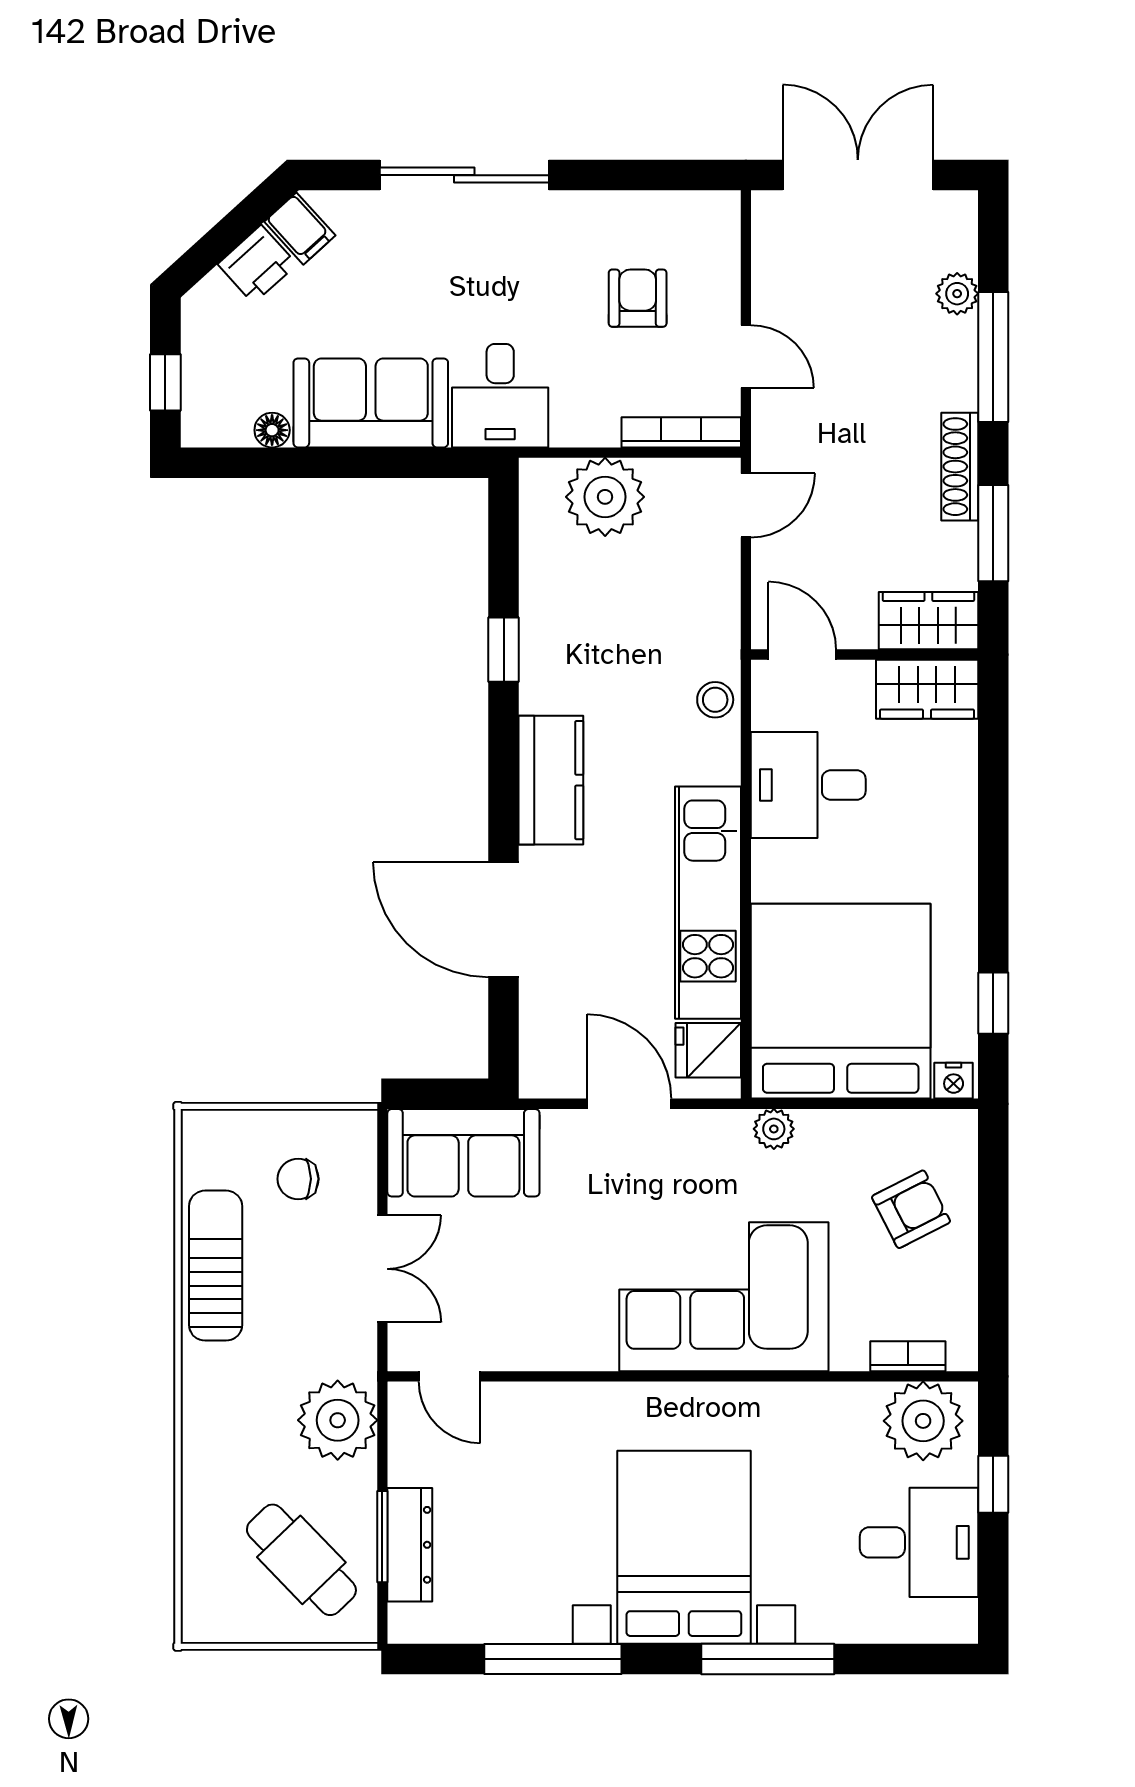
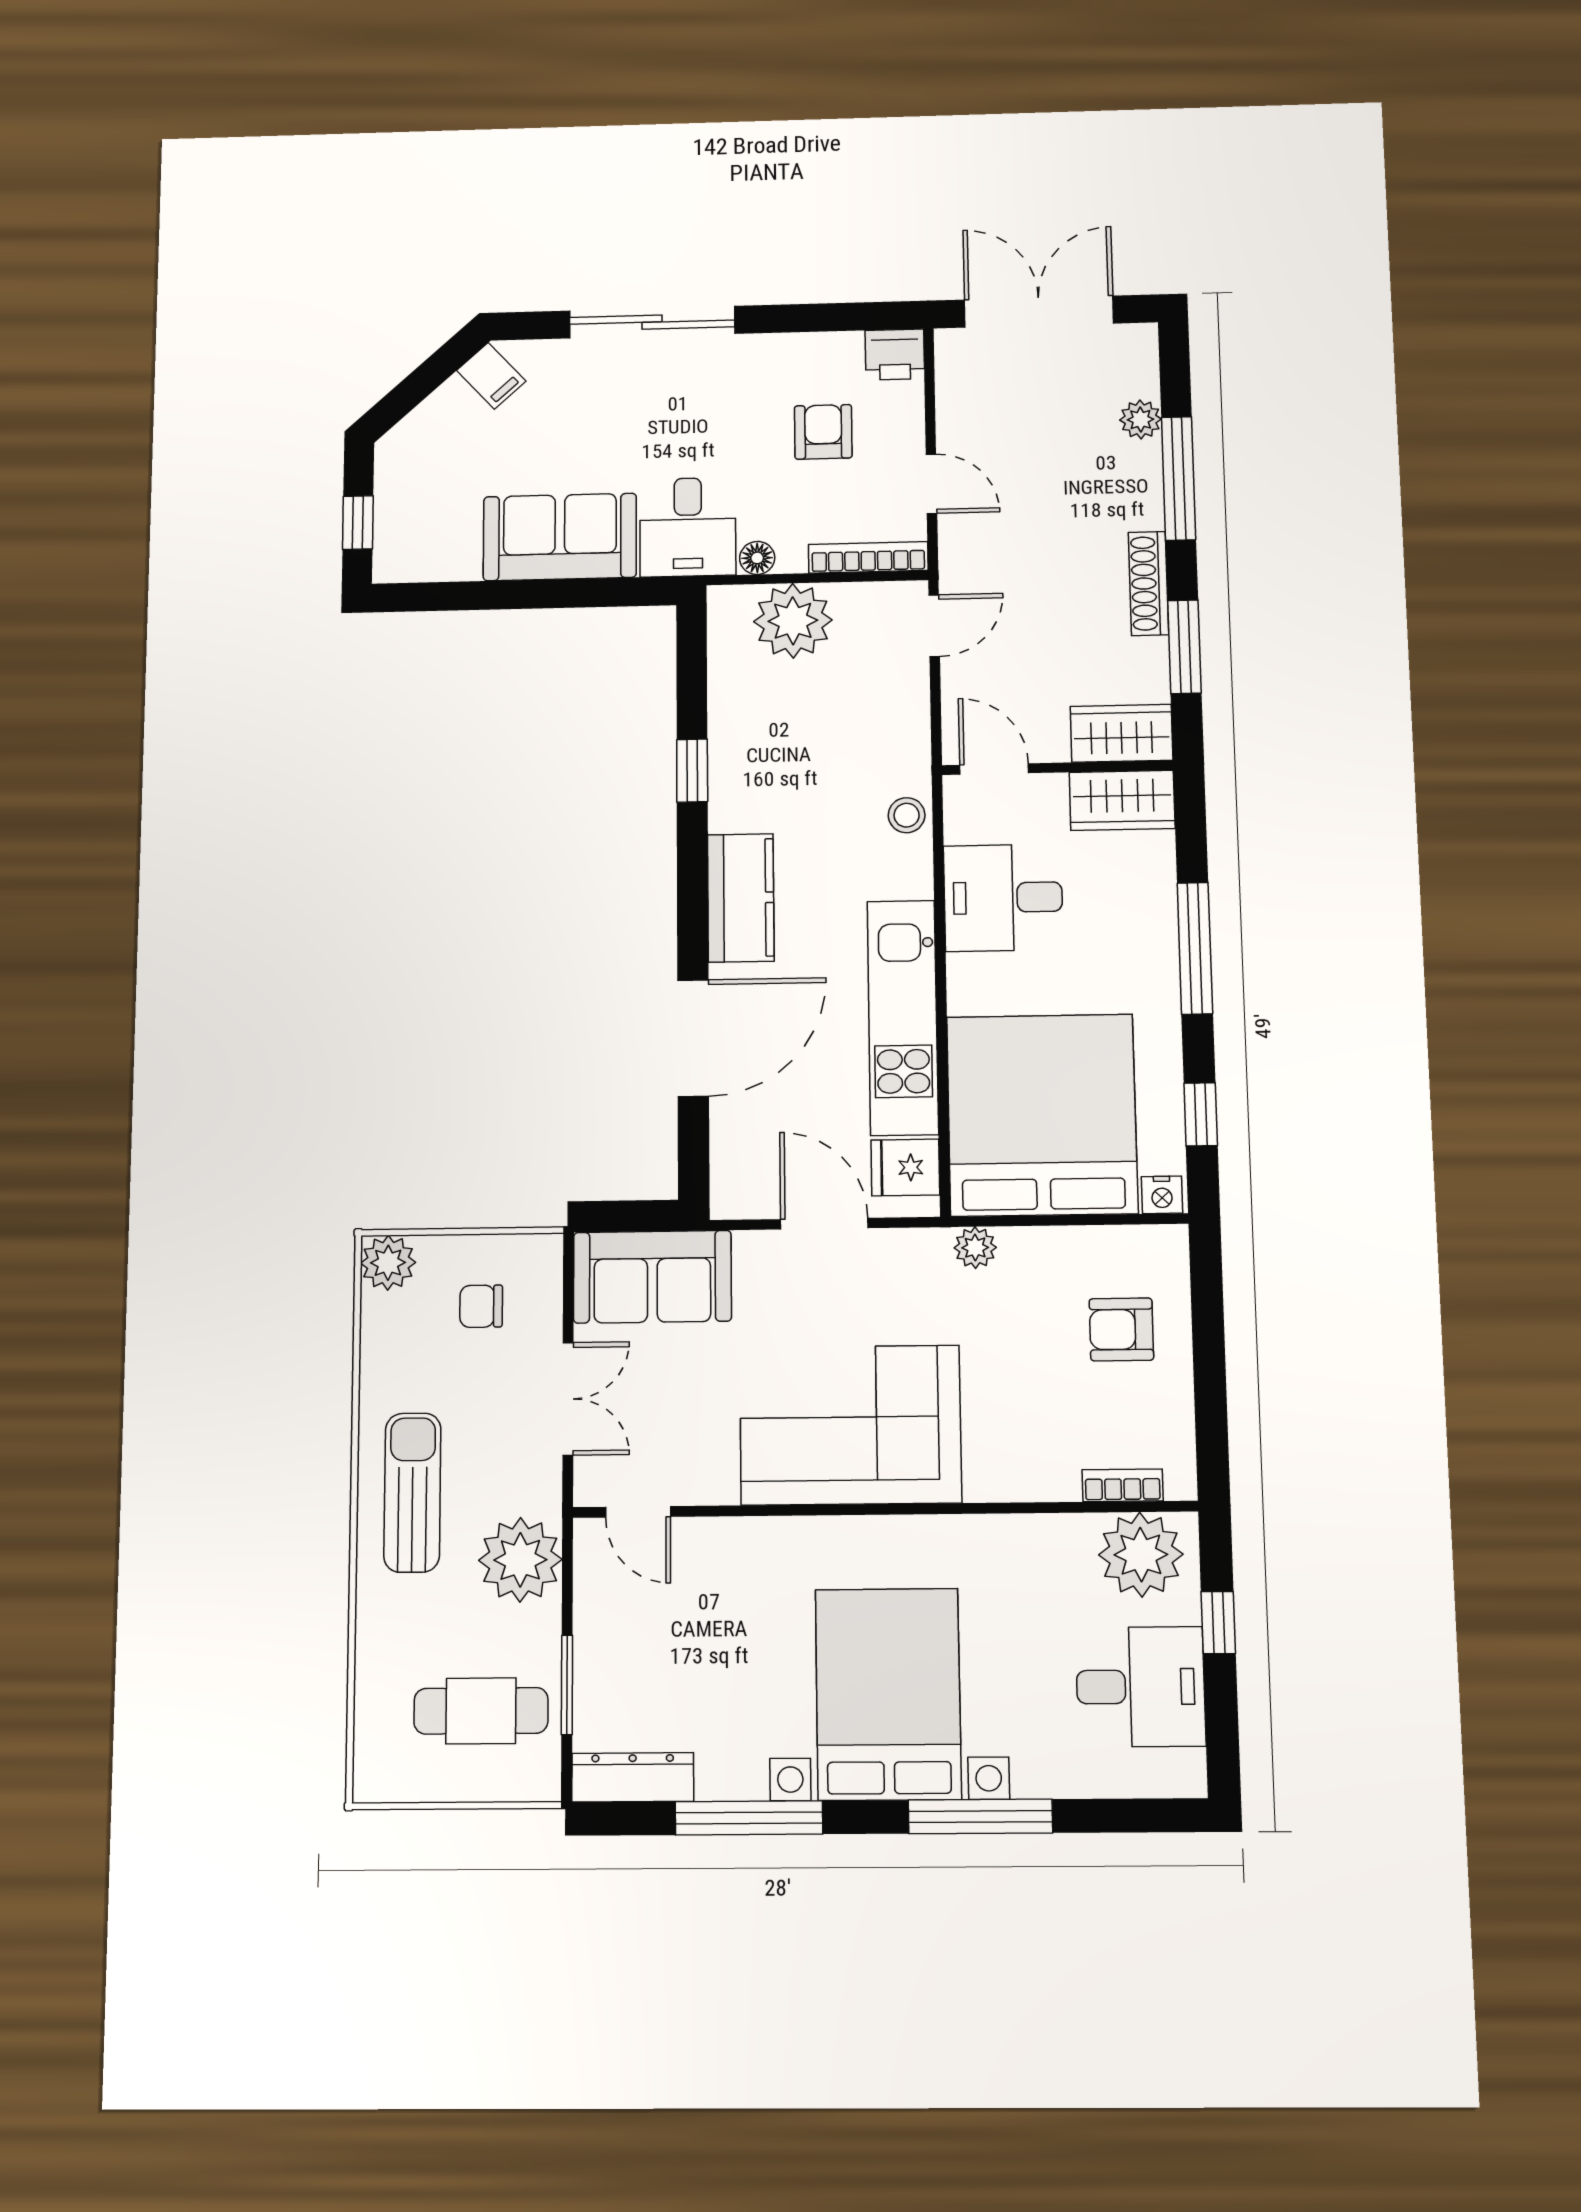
printer: (257, 264) -> (895, 354), moved, turned 42
floor lamp: (272, 430) -> (757, 558), moved
window: (993, 839) -> (1195, 948), added
door: (504, 920) -> (693, 1038), swing flipped
plant: (207, 1136) -> (388, 1263), added
armchair: (911, 1209) -> (1121, 1329), turned -153
sun lounger: (216, 1266) -> (412, 1492), moved
corner sofa: (724, 1297) -> (850, 1425), moved
dresser: (410, 1545) -> (633, 1777), moved, turned -90
cafe table: (301, 1560) -> (481, 1711), turned -46

